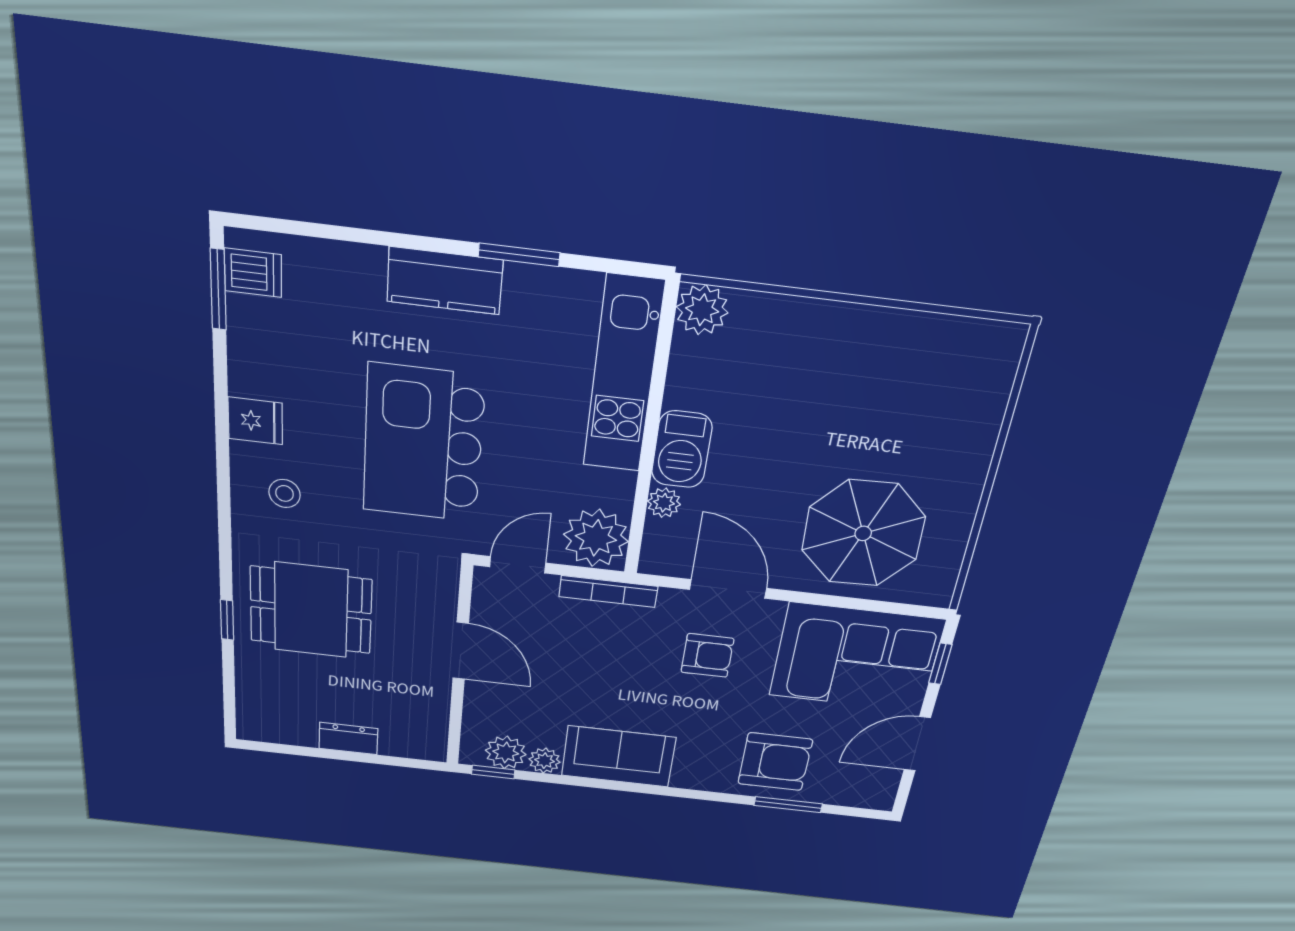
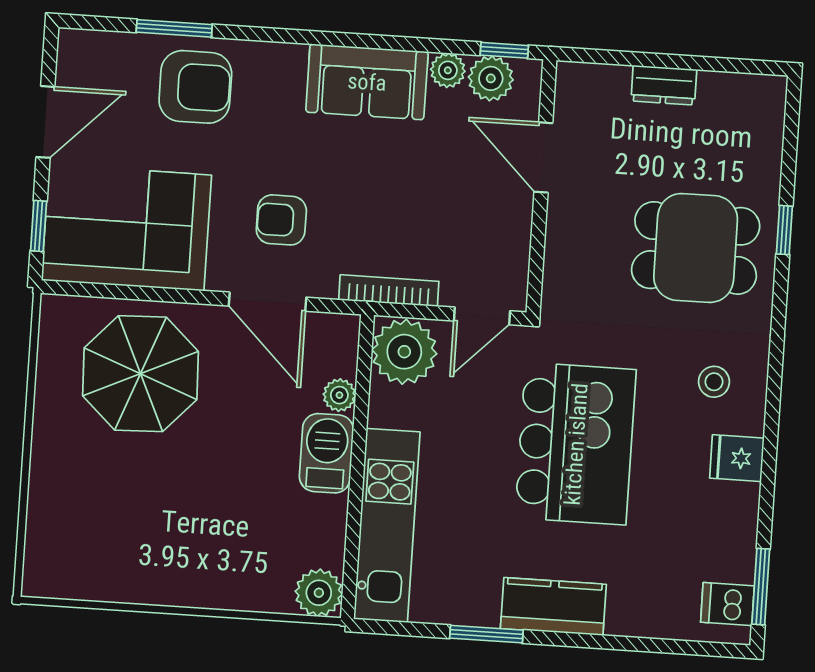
door: (461, 651) -> (543, 157), moved
armchair: (775, 762) -> (195, 87), turned 180

